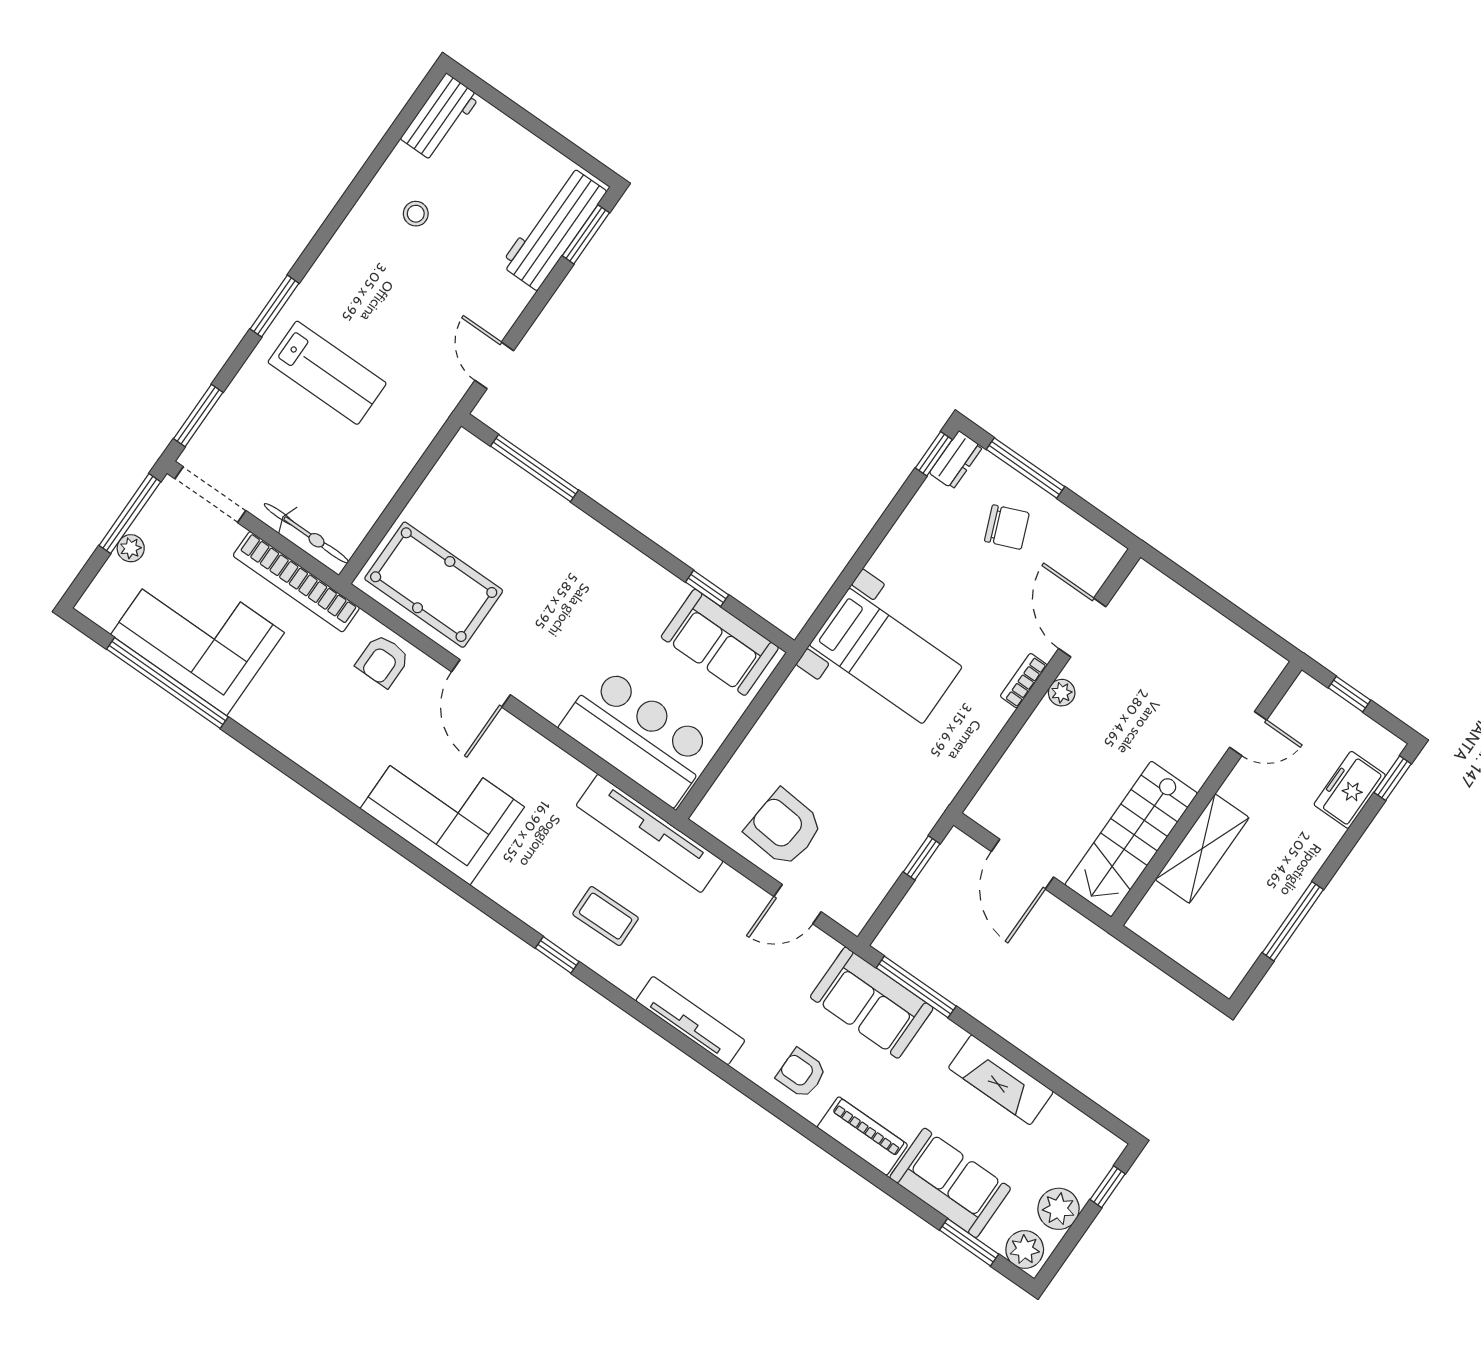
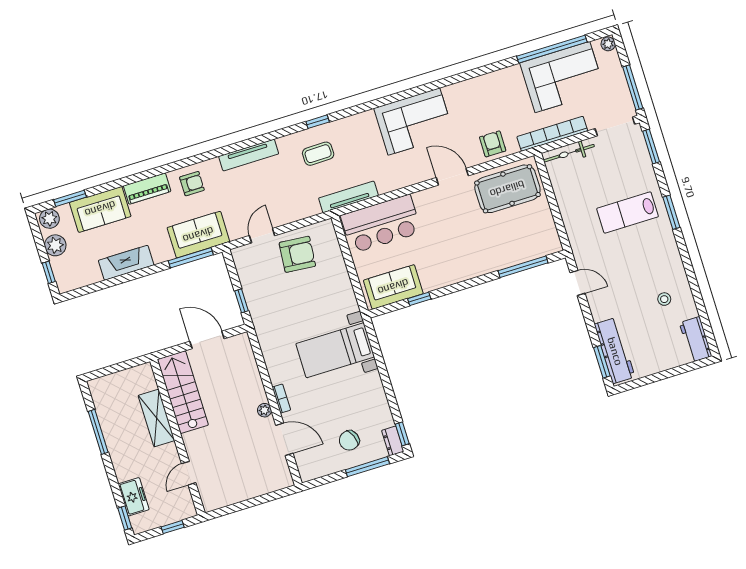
plant: (131, 548) -> (608, 44), moved
tv unit: (650, 833) -> (348, 197), width x0.73, depth x0.78

